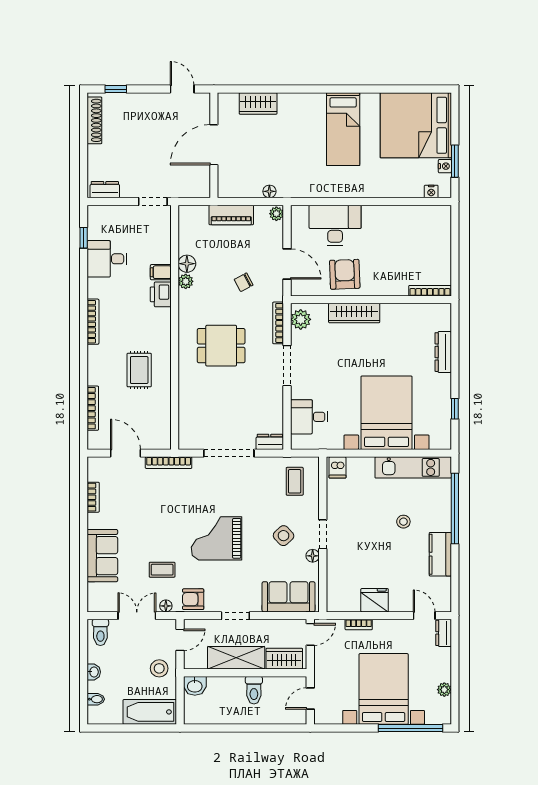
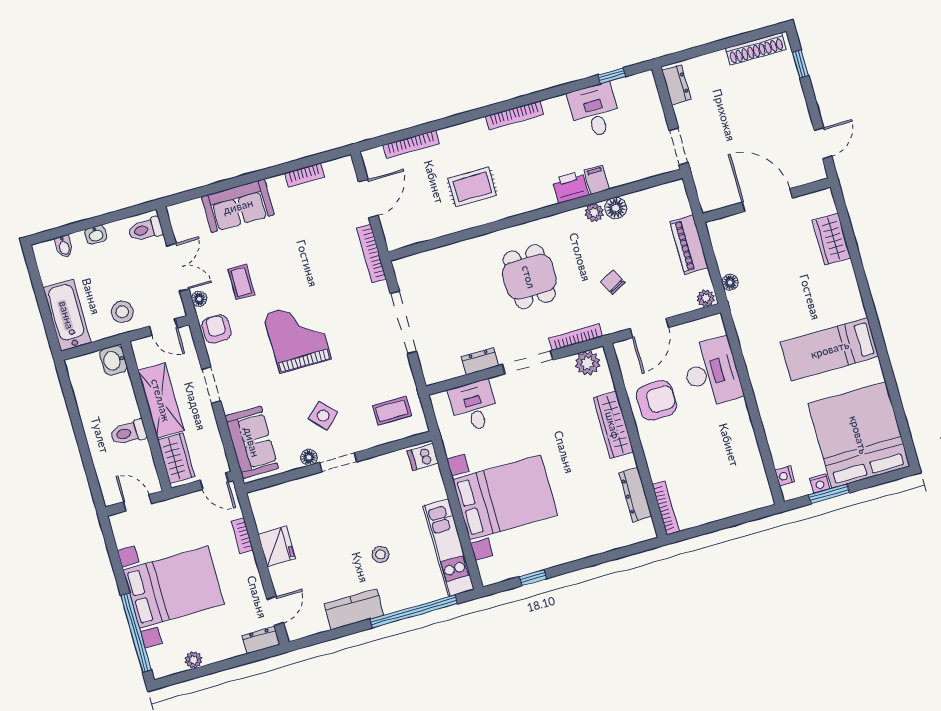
dresser: (443, 352) -> (635, 494), moved, turned -90
dresser: (270, 442) -> (480, 361), moved, turned -90

